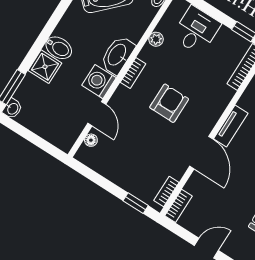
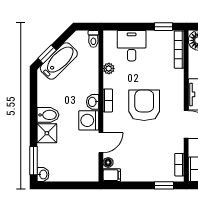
washbasin: (117, 55) -> (93, 102), width x0.52, depth x0.69
armchair: (169, 103) -> (144, 105), width x1.36, depth x1.36
door: (97, 114) -> (101, 143), hinge flipped
filing cabinet: (86, 156) -> (112, 175), added

